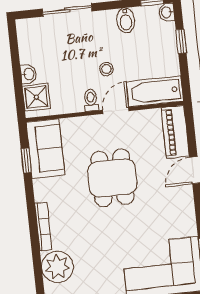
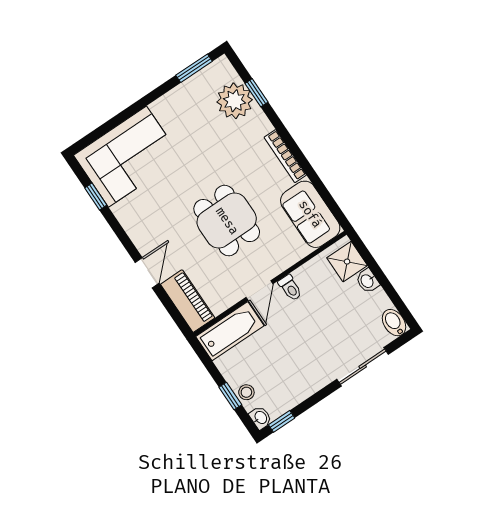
bidet: (126, 20) -> (394, 323), moved
stool: (106, 69) -> (246, 392), moved
window: (26, 161) -> (257, 93), moved
bookcase: (43, 227) -> (285, 156), moved

